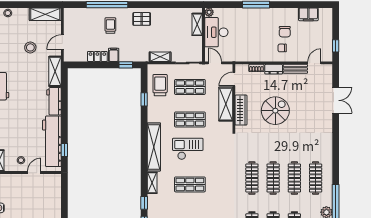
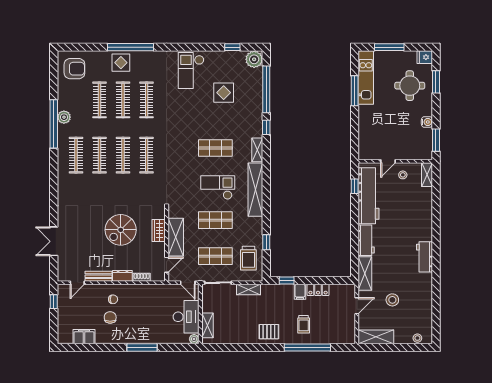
wardrobe: (241, 110) -> (159, 230), width x0.67
checkout: (188, 149) -> (218, 187), turned 180

